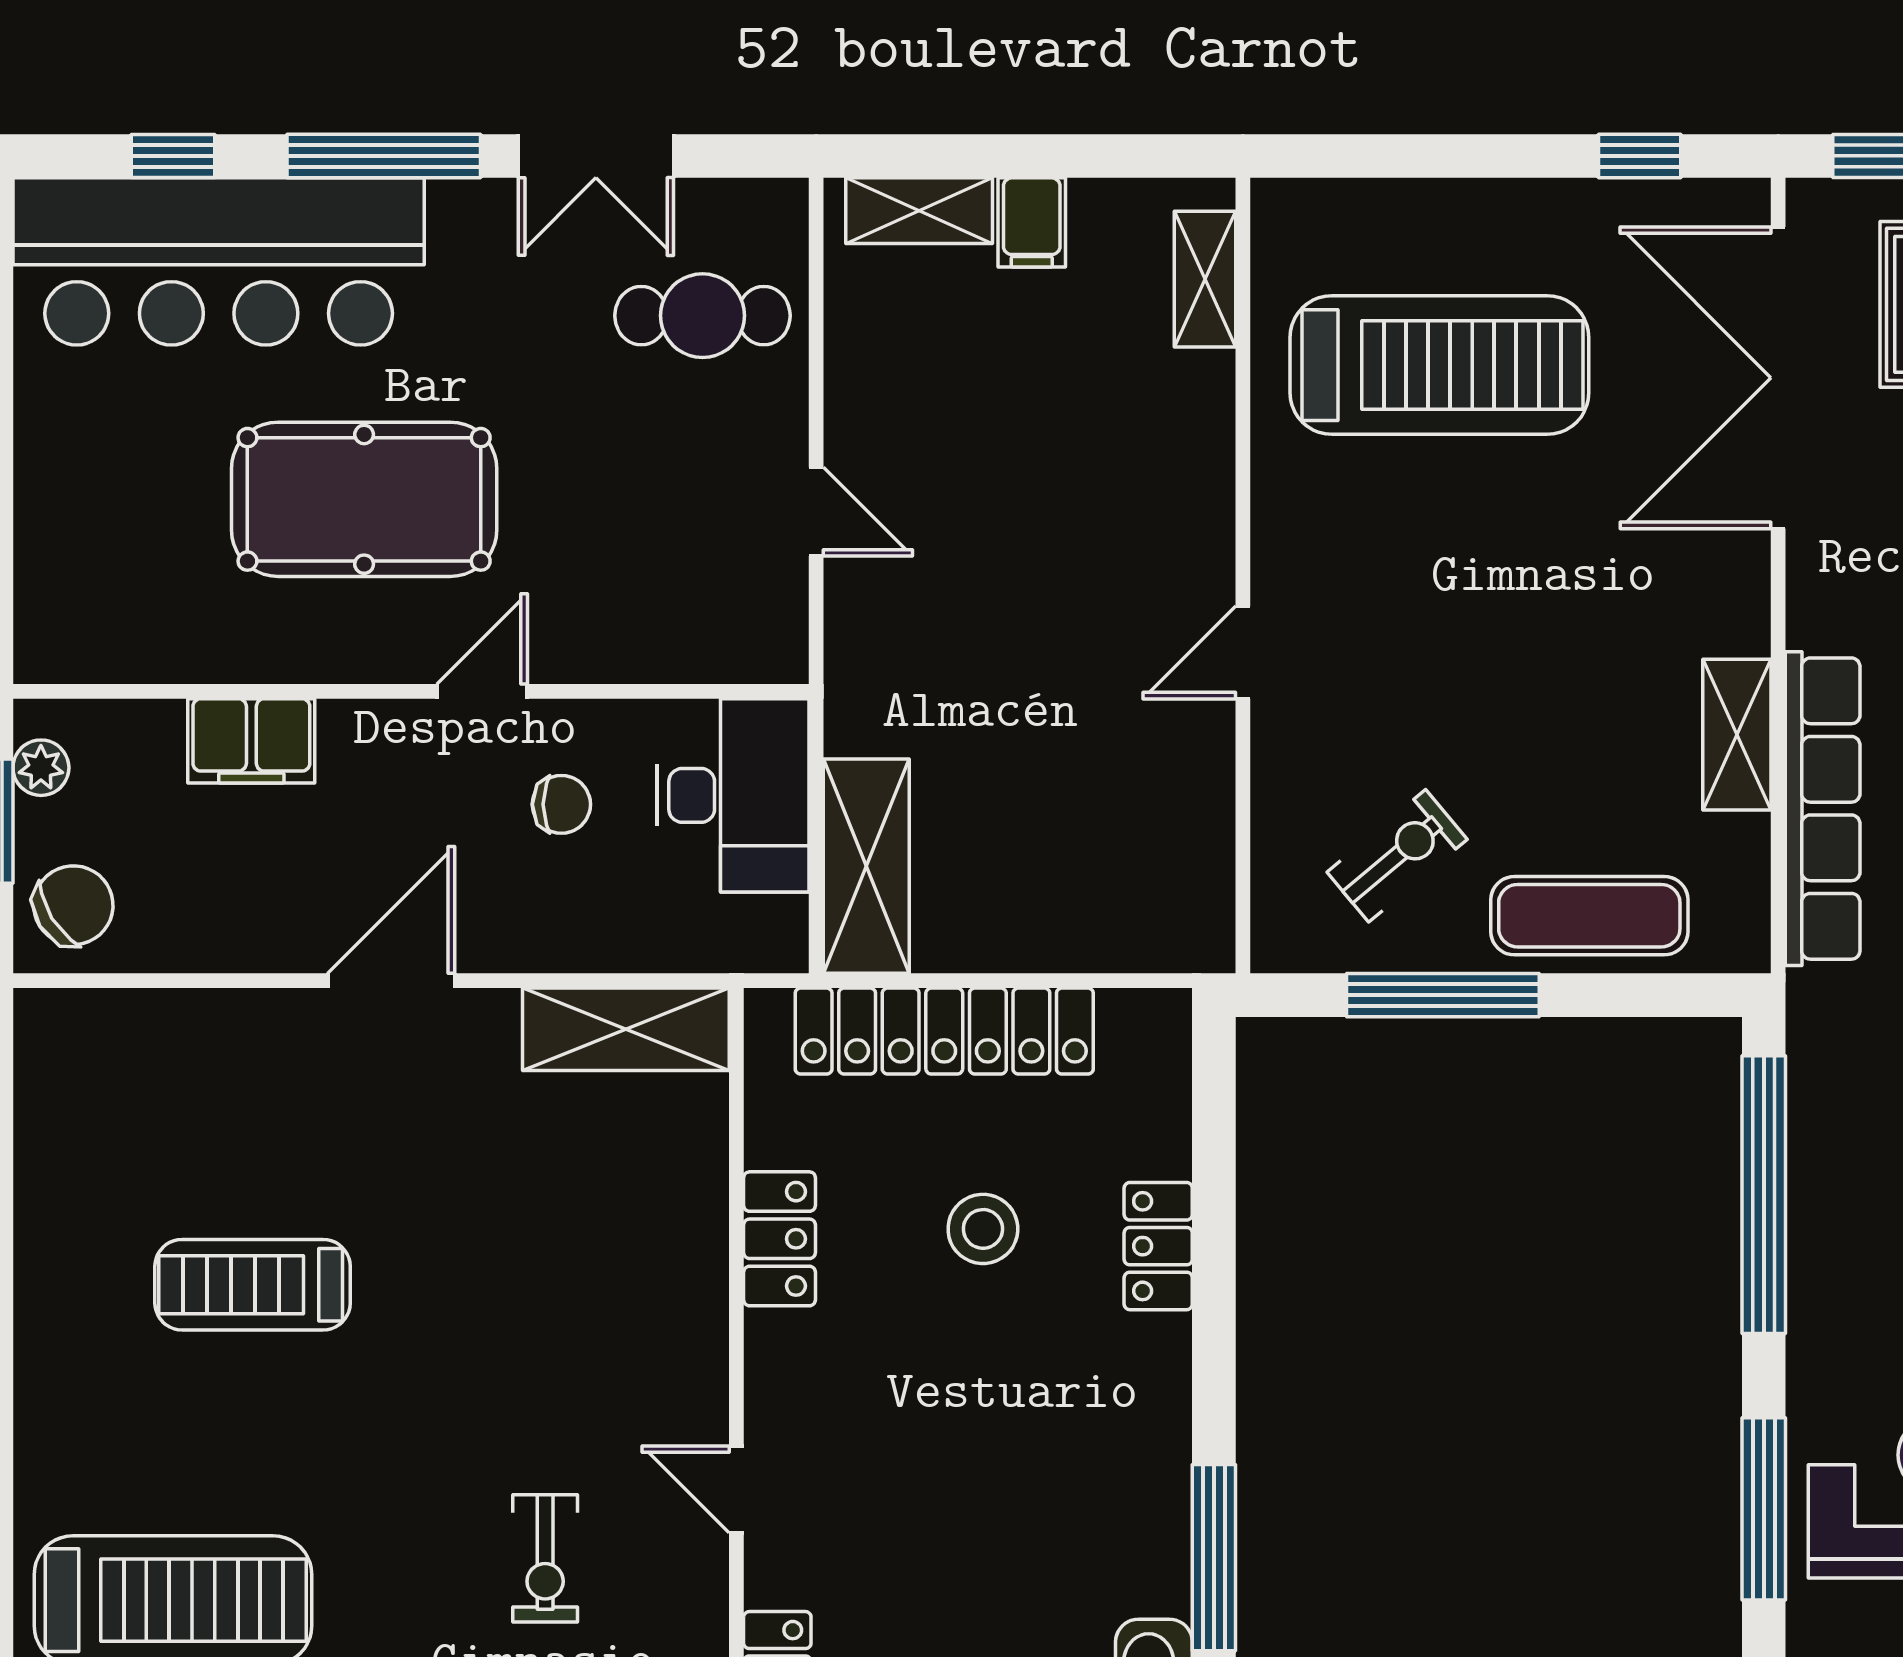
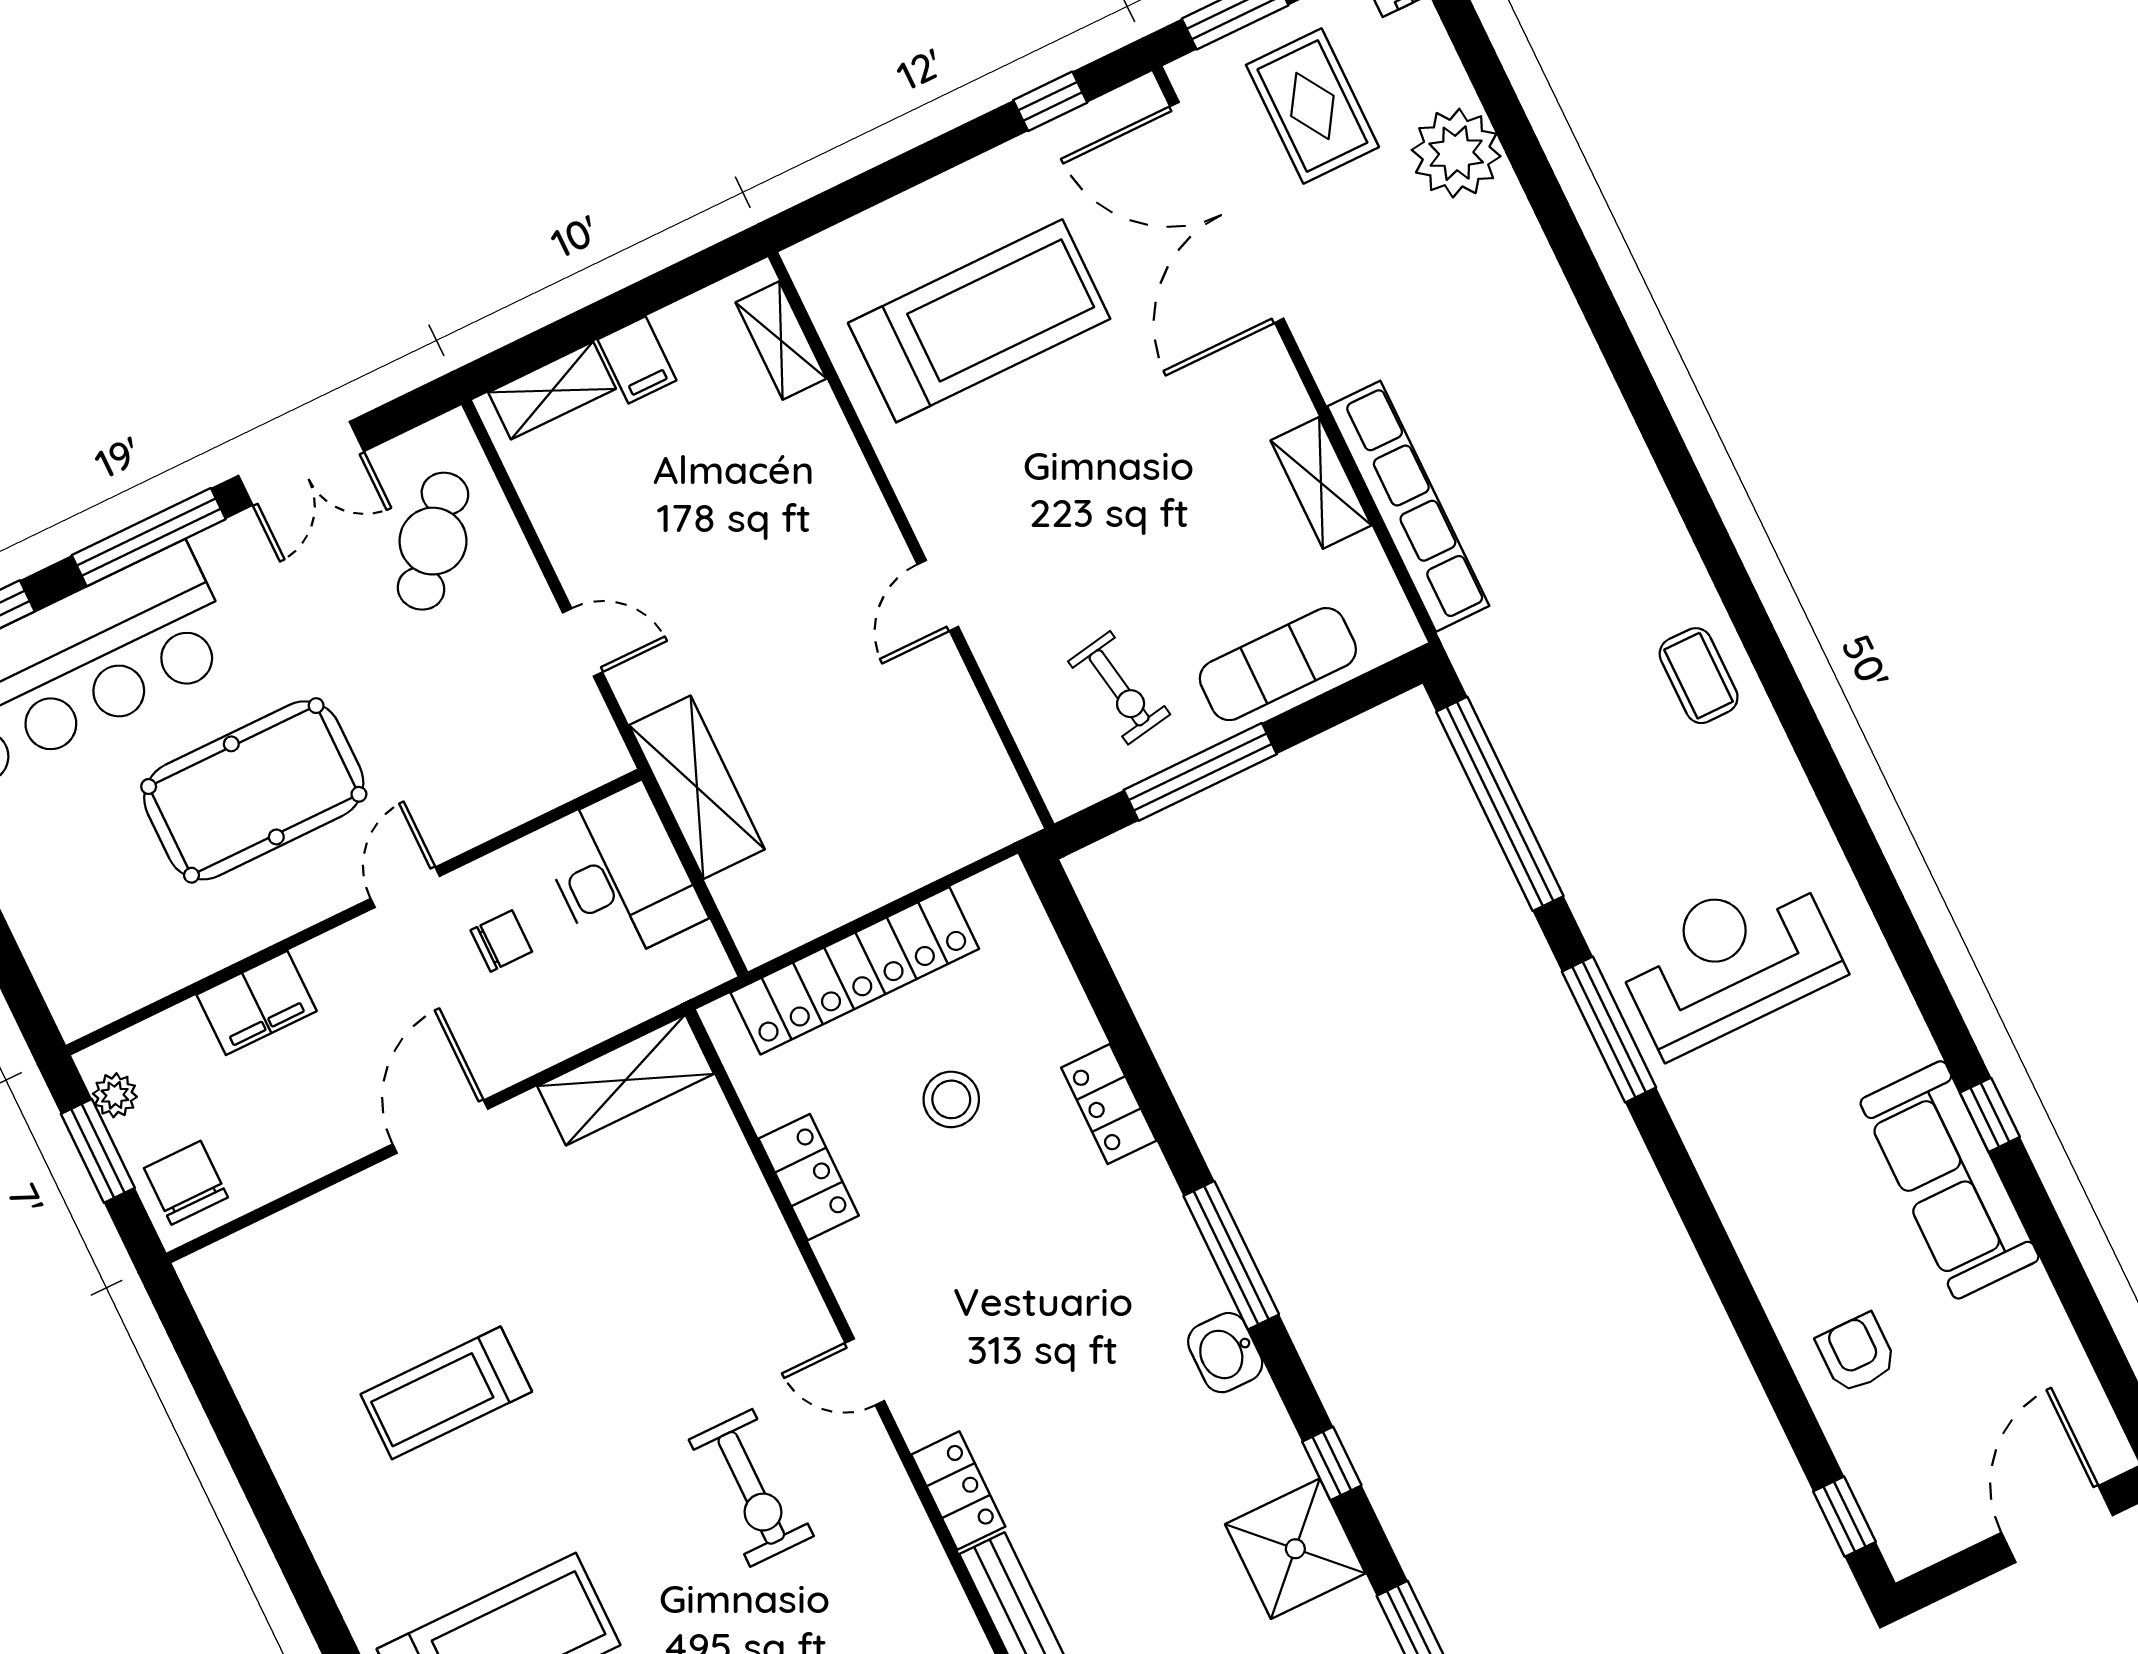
cafe table: (702, 316) -> (433, 541), turned -50
exercise bike: (1397, 856) -> (1119, 688), turned 120
shelving: (866, 866) -> (697, 787), moved
chair: (73, 905) -> (186, 1183), turned -58
locker: (1158, 1246) -> (1109, 1104), moved
exercise bike: (545, 1558) -> (751, 1488), width x1.38, depth x1.39

